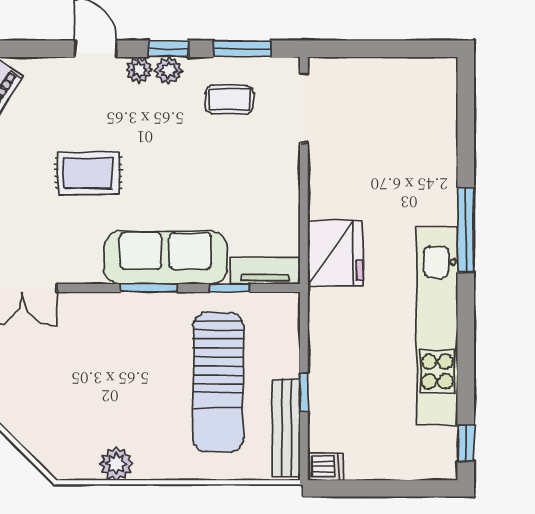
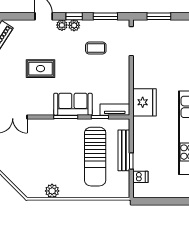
window: (369, 49) -> (159, 16), added
coffee table: (230, 99) -> (96, 48), moved
sofa: (165, 258) -> (73, 104), width x0.73
bench: (286, 427) -> (124, 150), moved
dishwasher: (326, 467) -> (140, 177), moved

